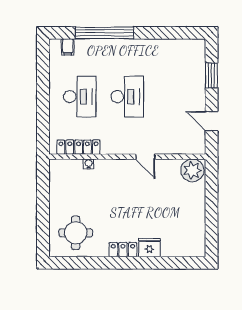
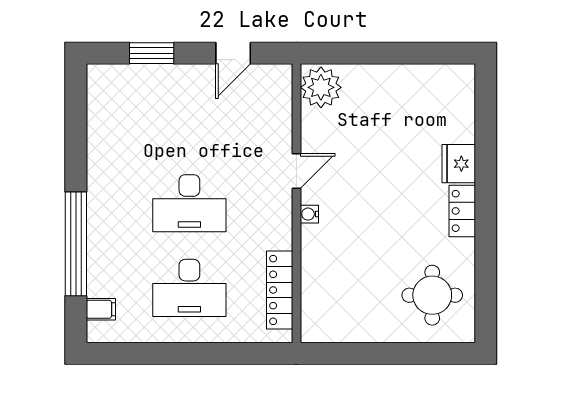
desk: (80, 97) -> (189, 288), turned 180
desk: (127, 97) -> (189, 203), turned 180
water cooler: (89, 164) -> (309, 214), moved

